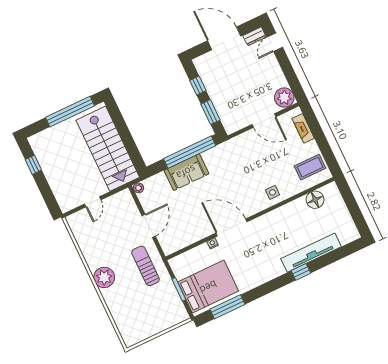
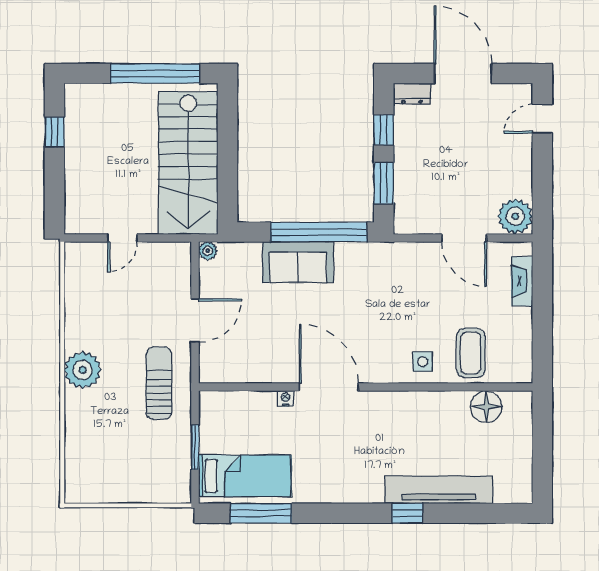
dresser: (254, 36) -> (412, 94), moved
coffee table: (310, 167) -> (471, 353), moved, turned 90
bed: (208, 287) -> (245, 476), width x0.67

